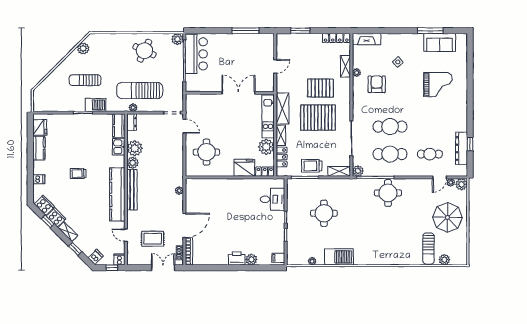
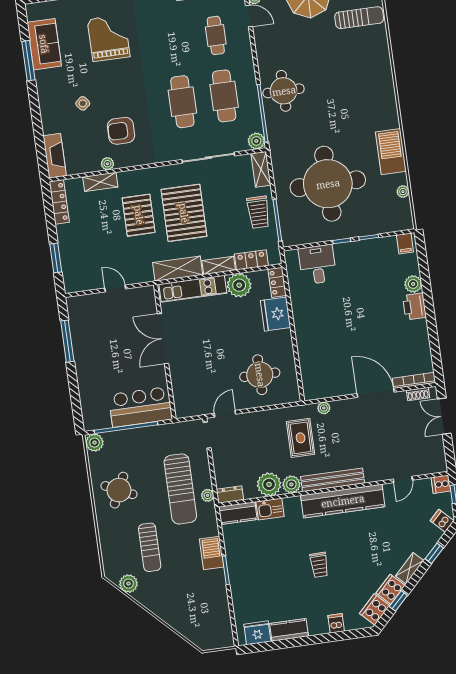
bar counter: (196, 54) -> (140, 407), moved
sun lounger: (85, 80) -> (150, 547), moved
round table: (324, 213) -> (328, 184), width x1.86, depth x1.86
rug: (153, 239) -> (301, 438), moved

